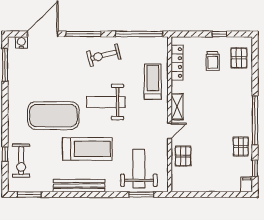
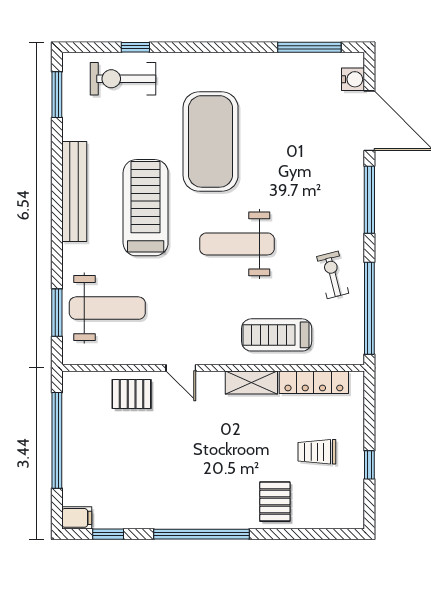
exercise bike: (104, 55) -> (333, 275), moved, width x0.73, depth x0.72
pallet: (239, 58) -> (275, 502), moved, turned 90
treadmill: (153, 82) -> (277, 335), turned 180
weight bench: (106, 102) -> (237, 244), turned -90
shelving: (177, 107) -> (251, 382), moved
pallet: (241, 146) -> (150, 506), removed
treadmill: (87, 149) -> (146, 208), turned 180
window: (207, 195) -> (57, 440), added

